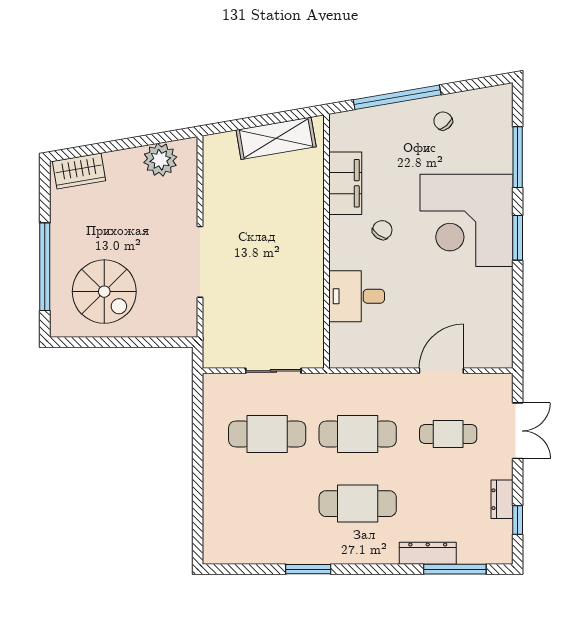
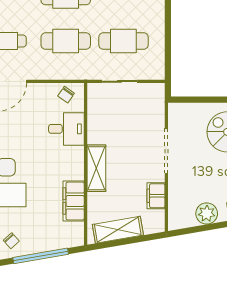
plant: (160, 160) -> (207, 213), moved
filing cabinet: (216, 191) -> (156, 196), added
chair: (382, 230) -> (66, 95), moved
shelving: (310, 235) -> (96, 168), added

